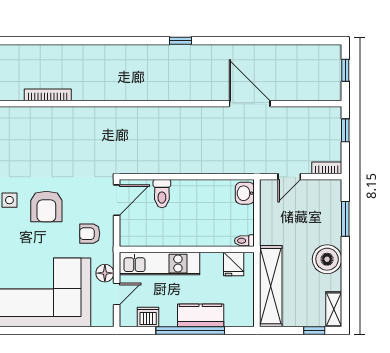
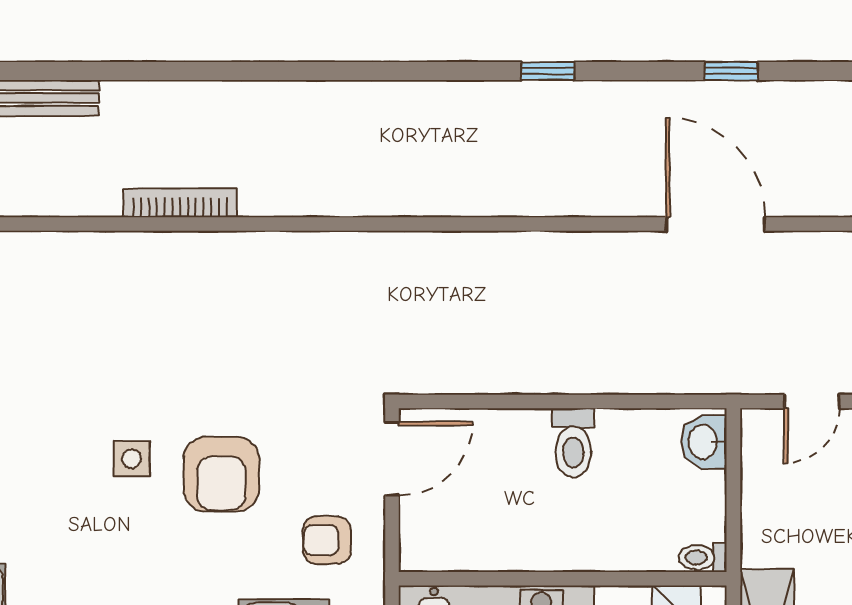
window: (256, 41) -> (731, 71), added
bookcase: (48, 95) -> (180, 203), moved
toilet: (162, 194) -> (573, 443), moved

